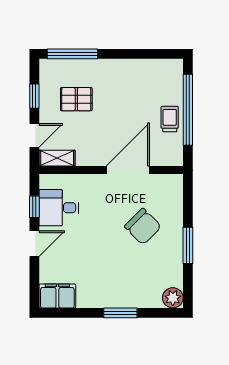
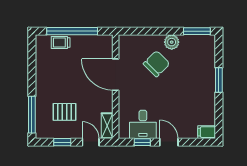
pallet: (76, 99) -> (64, 112), turned 90
trolley: (170, 119) -> (61, 42), moved
window: (188, 245) -> (197, 31), moved
filing cabinet: (57, 296) -> (207, 132), width x0.50
plant: (173, 298) -> (172, 42), moved

